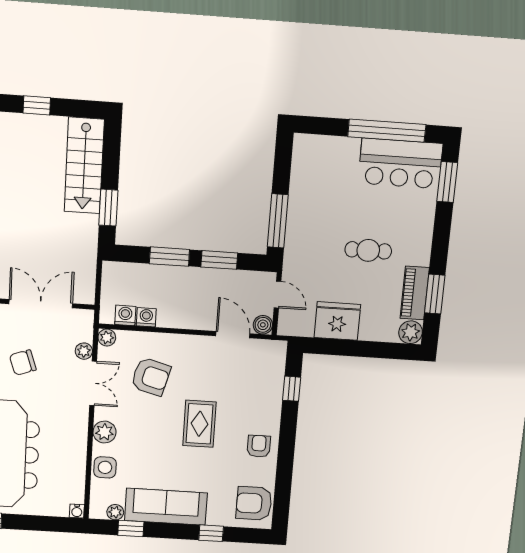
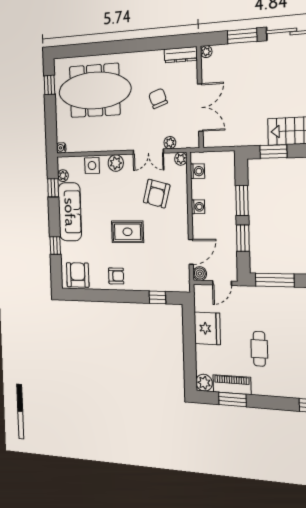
washing machine: (146, 317) -> (198, 207), moved

